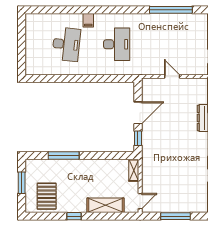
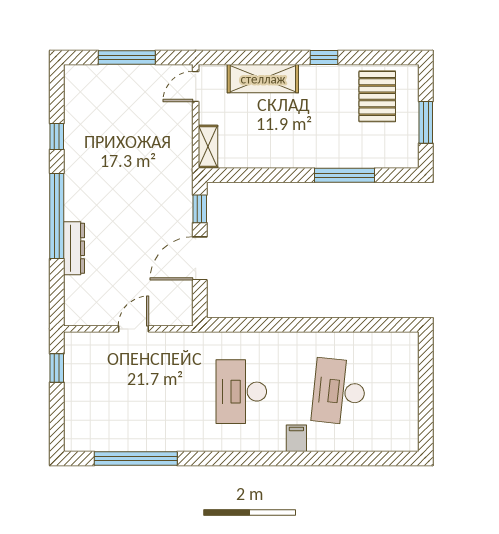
door: (172, 77) -> (133, 329), swing flipped

